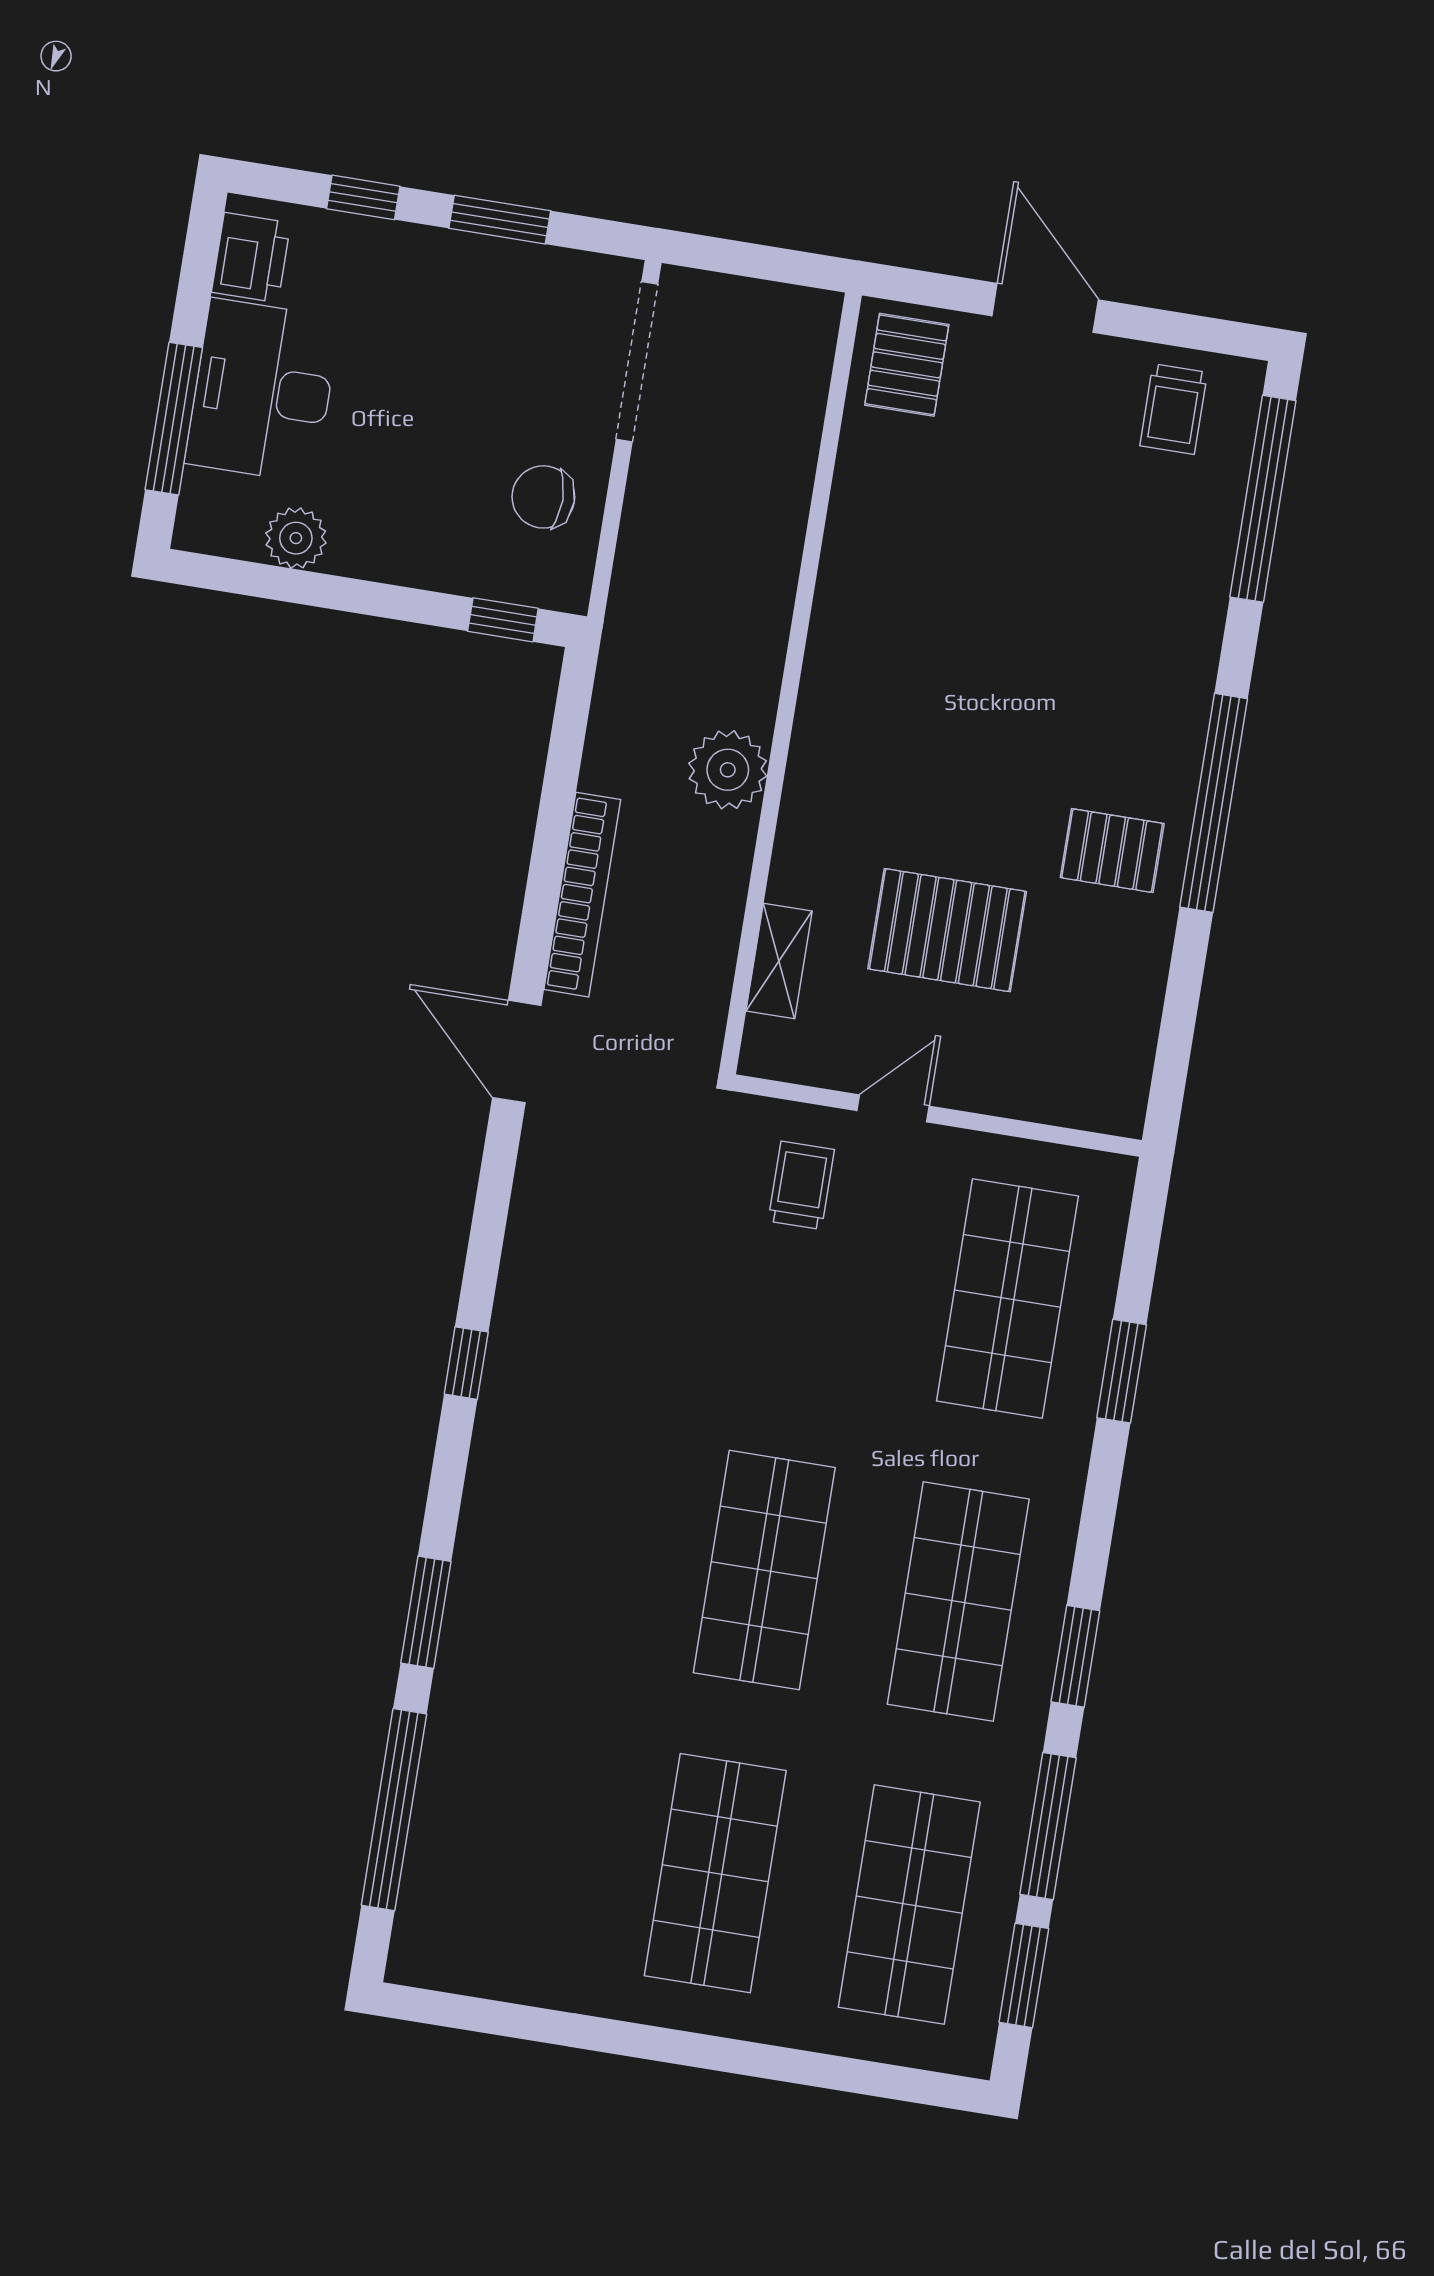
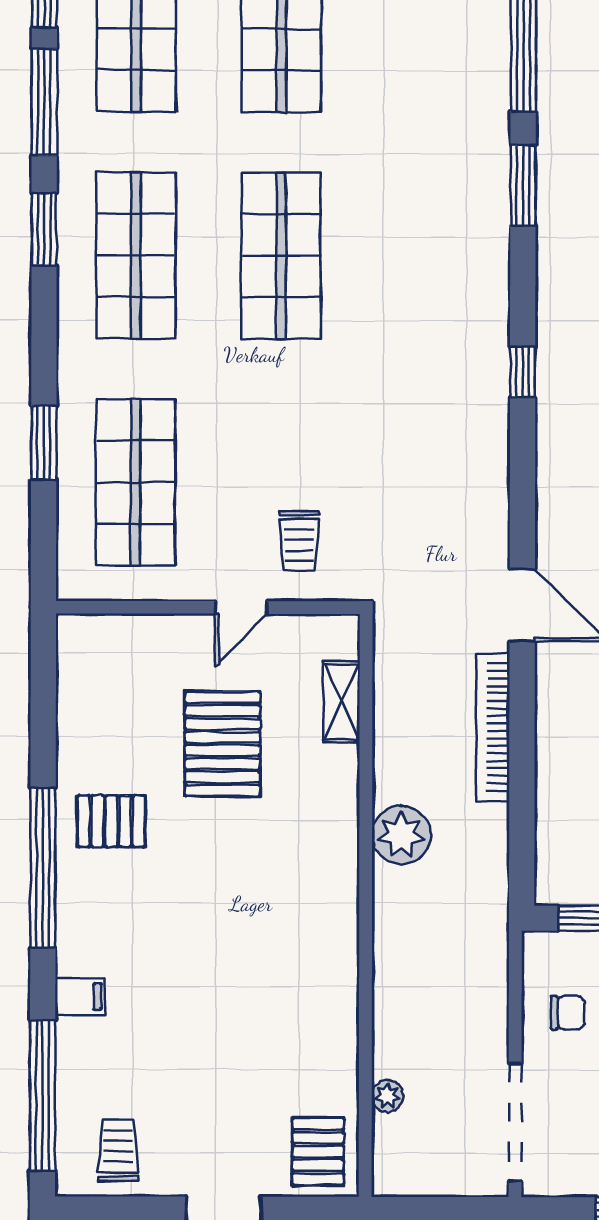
plant: (802, 424) -> (387, 1096), added
chair: (543, 497) -> (568, 1013), width x0.73, depth x0.73
filing cabinet: (1192, 623) -> (80, 997), added
pallet: (947, 930) -> (222, 744), turned 90

